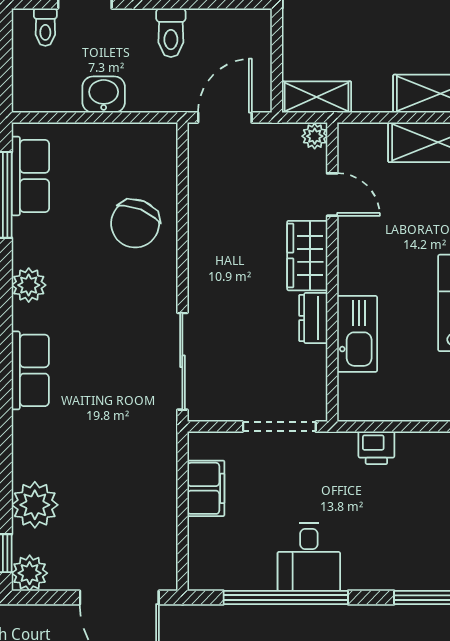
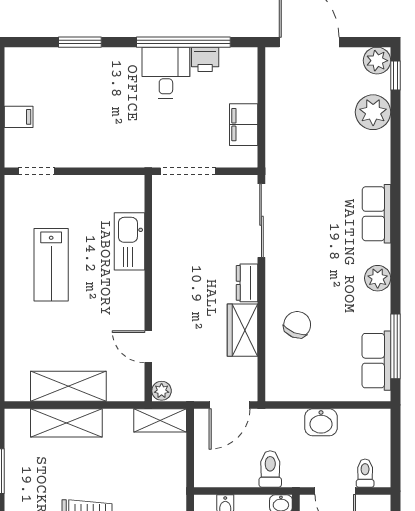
chair: (135, 224) -> (297, 325), width x0.73, depth x0.73
wardrobe: (307, 256) -> (242, 330), moved, turned 180
dresser: (313, 318) -> (247, 283), moved, turned 180
printer: (376, 448) -> (205, 59), moved, turned 180

